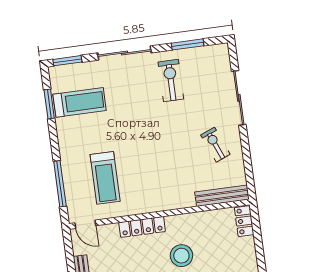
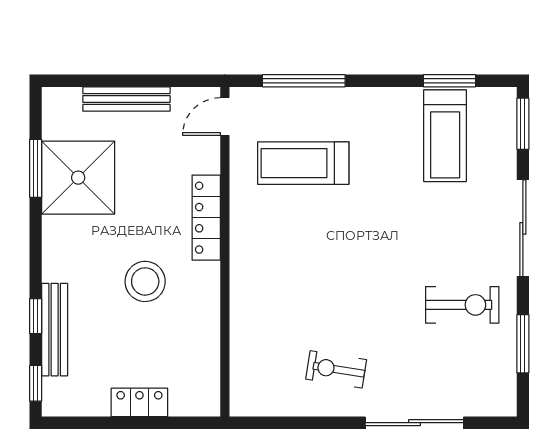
exercise bike: (215, 145) -> (336, 369), turned -149
bench: (222, 196) -> (243, 369), removed
locker: (244, 221) -> (139, 402), moved

